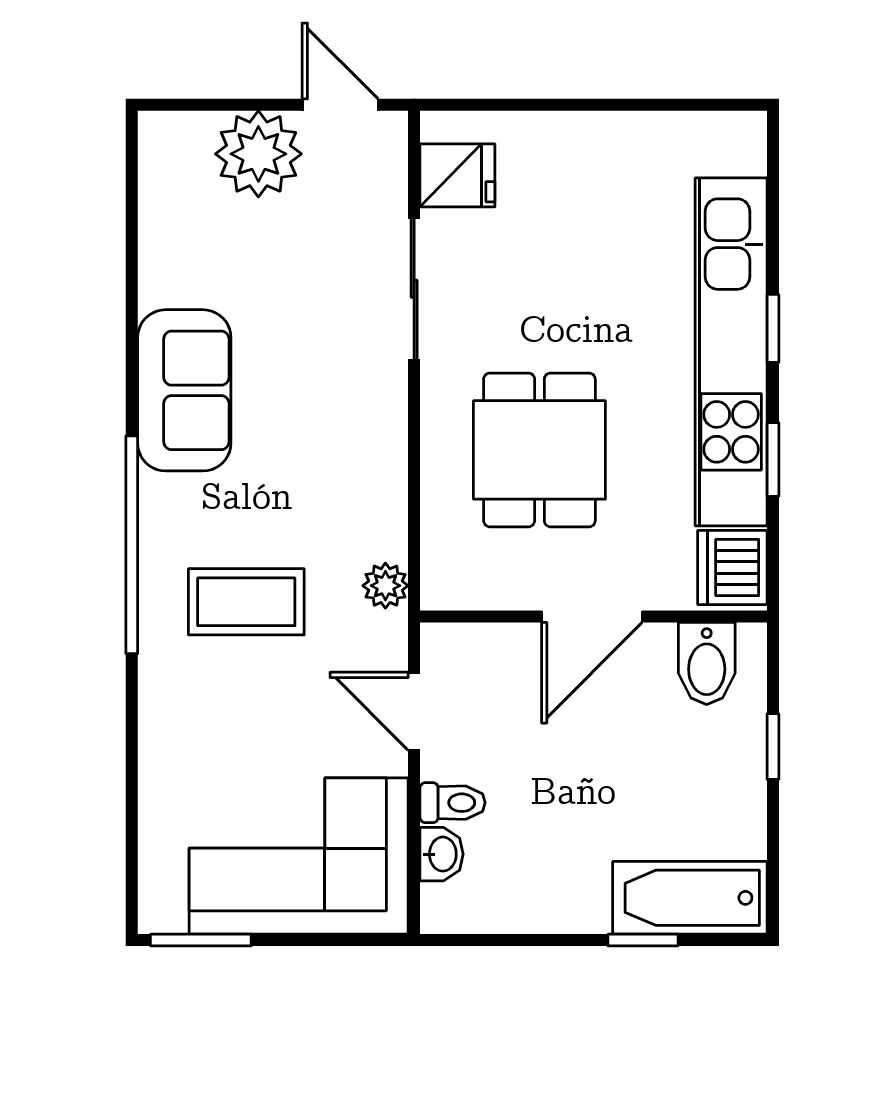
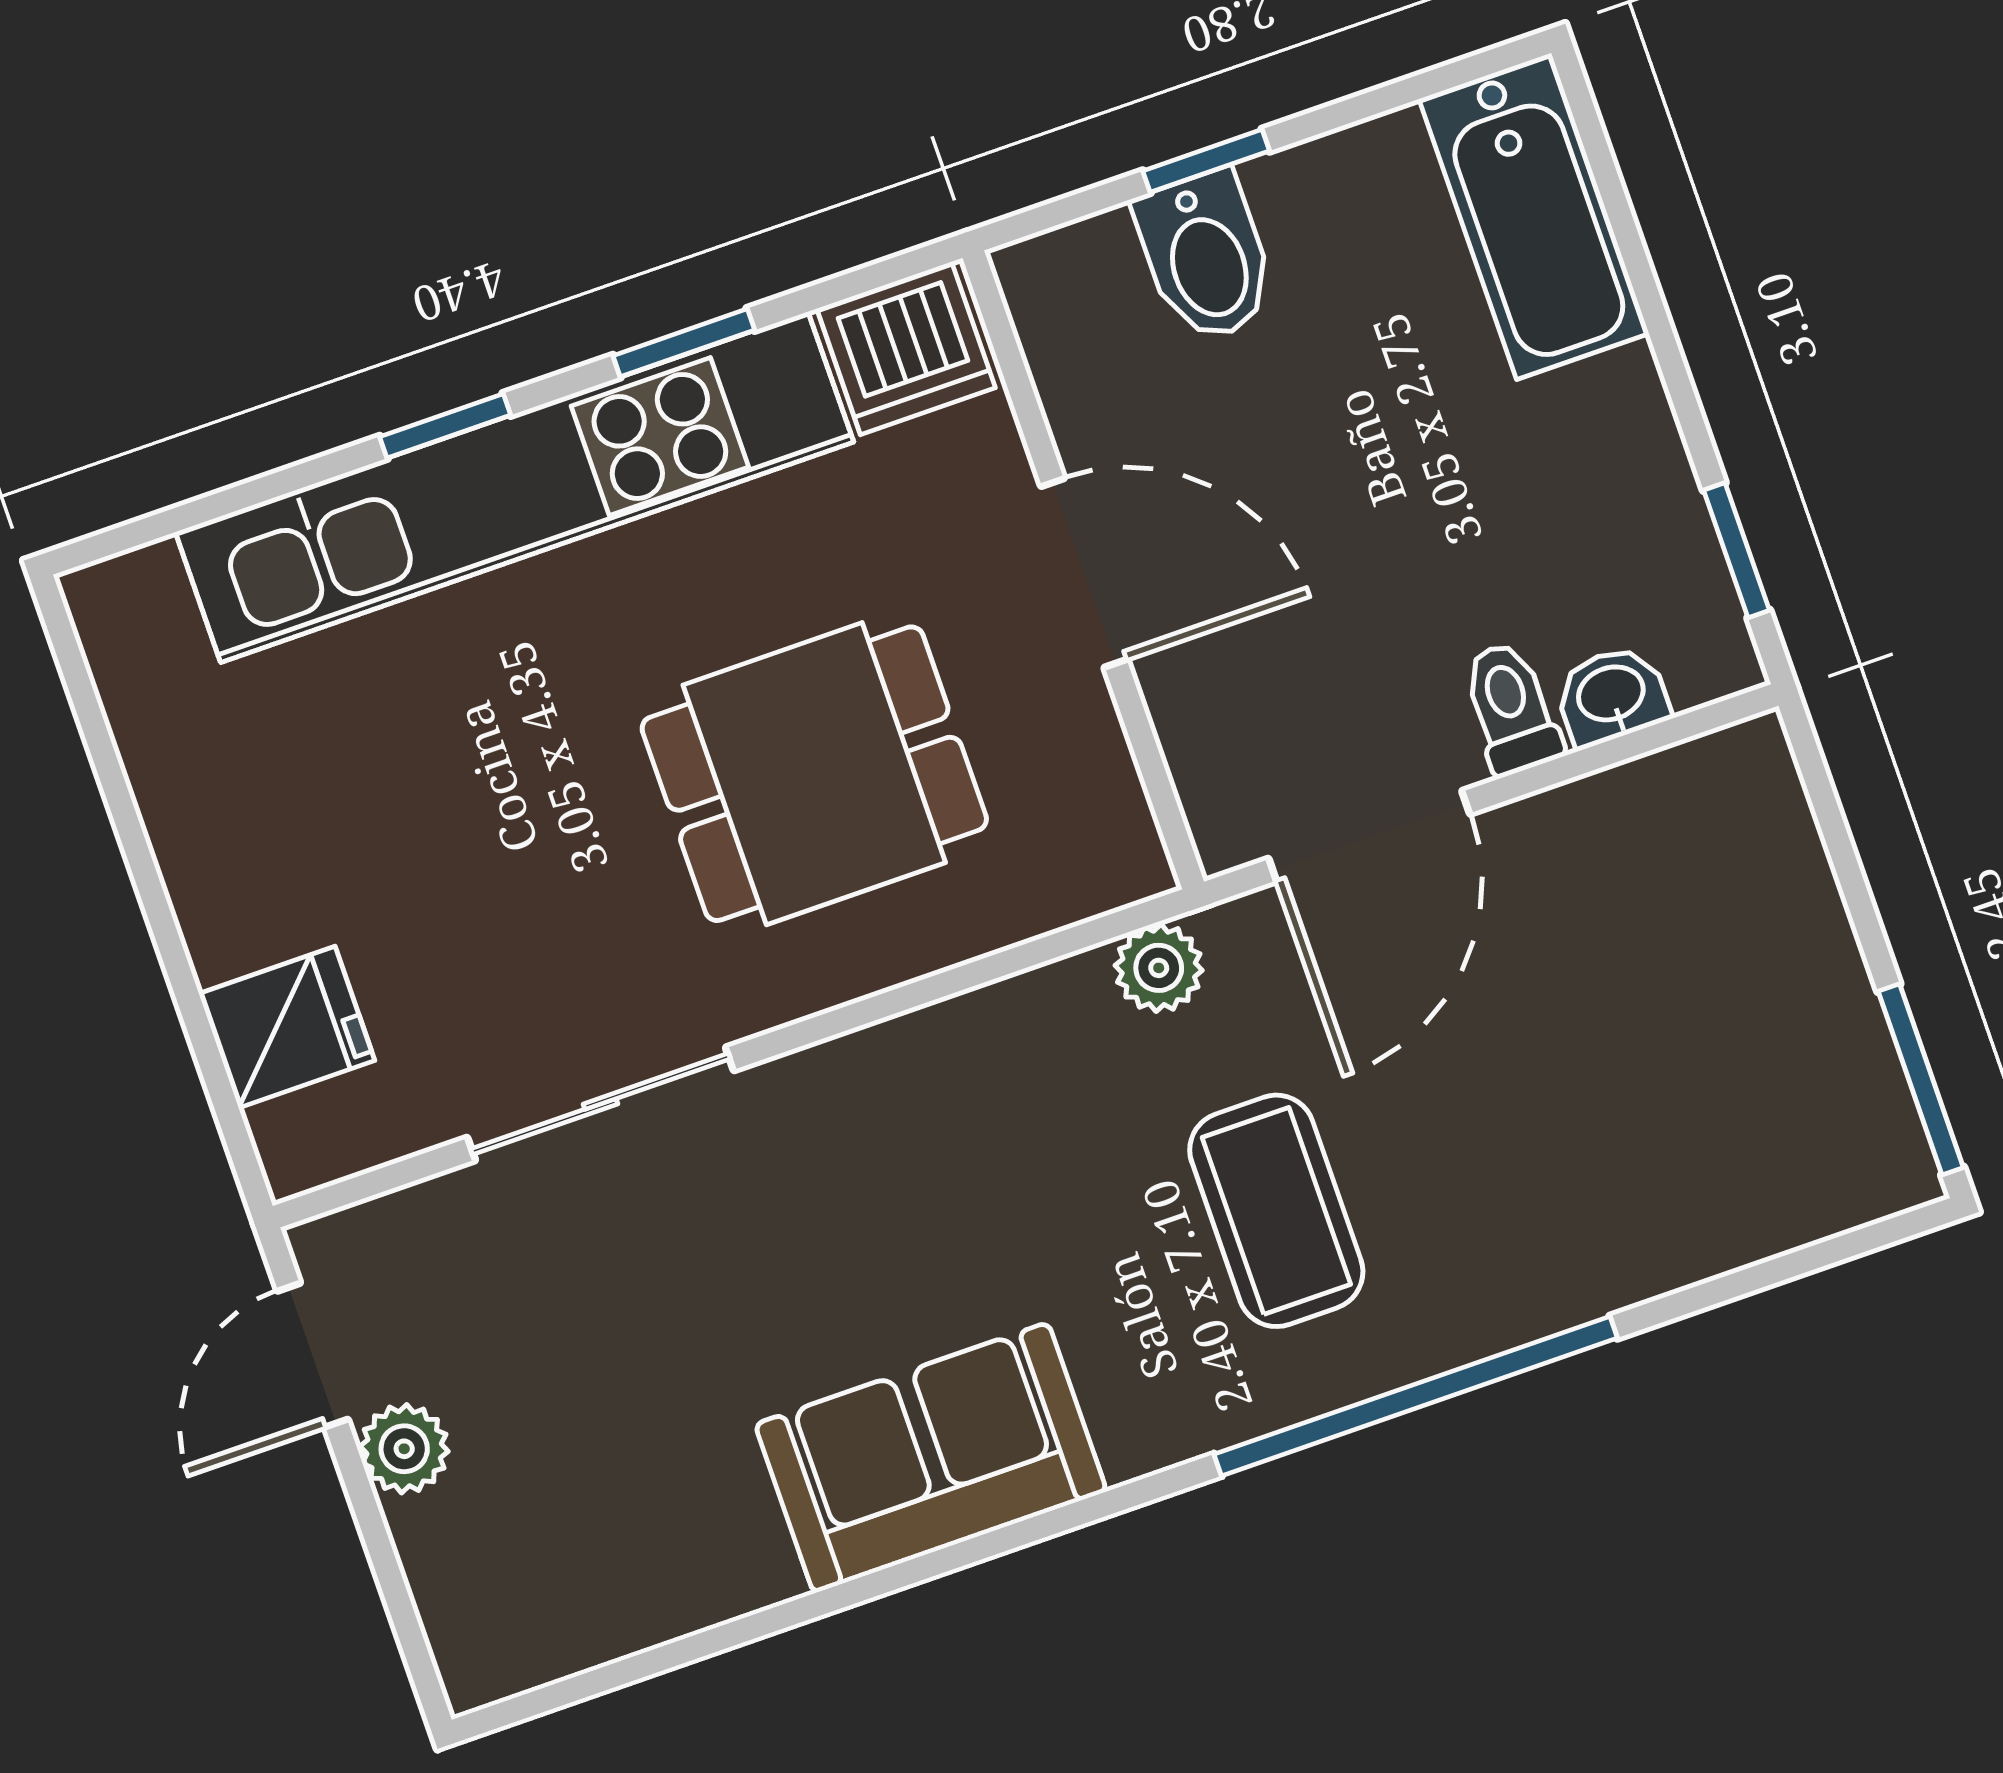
plant: (258, 154) -> (404, 1449), width x0.53, depth x0.53
fridge: (457, 175) -> (287, 1027), moved, turned 90
window: (132, 545) -> (1416, 1396), moved
bidet: (707, 663) -> (1206, 257), moved, turned 90
door: (414, 711) -> (1369, 836), width x1.38
corner sofa: (299, 856) -> (1706, 955), removed
window: (643, 940) -> (1737, 550), moved

